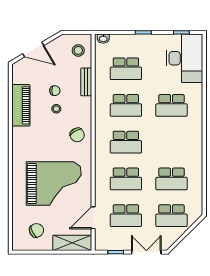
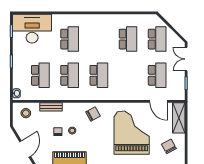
school desk: (126, 179) -> (128, 75), removed

